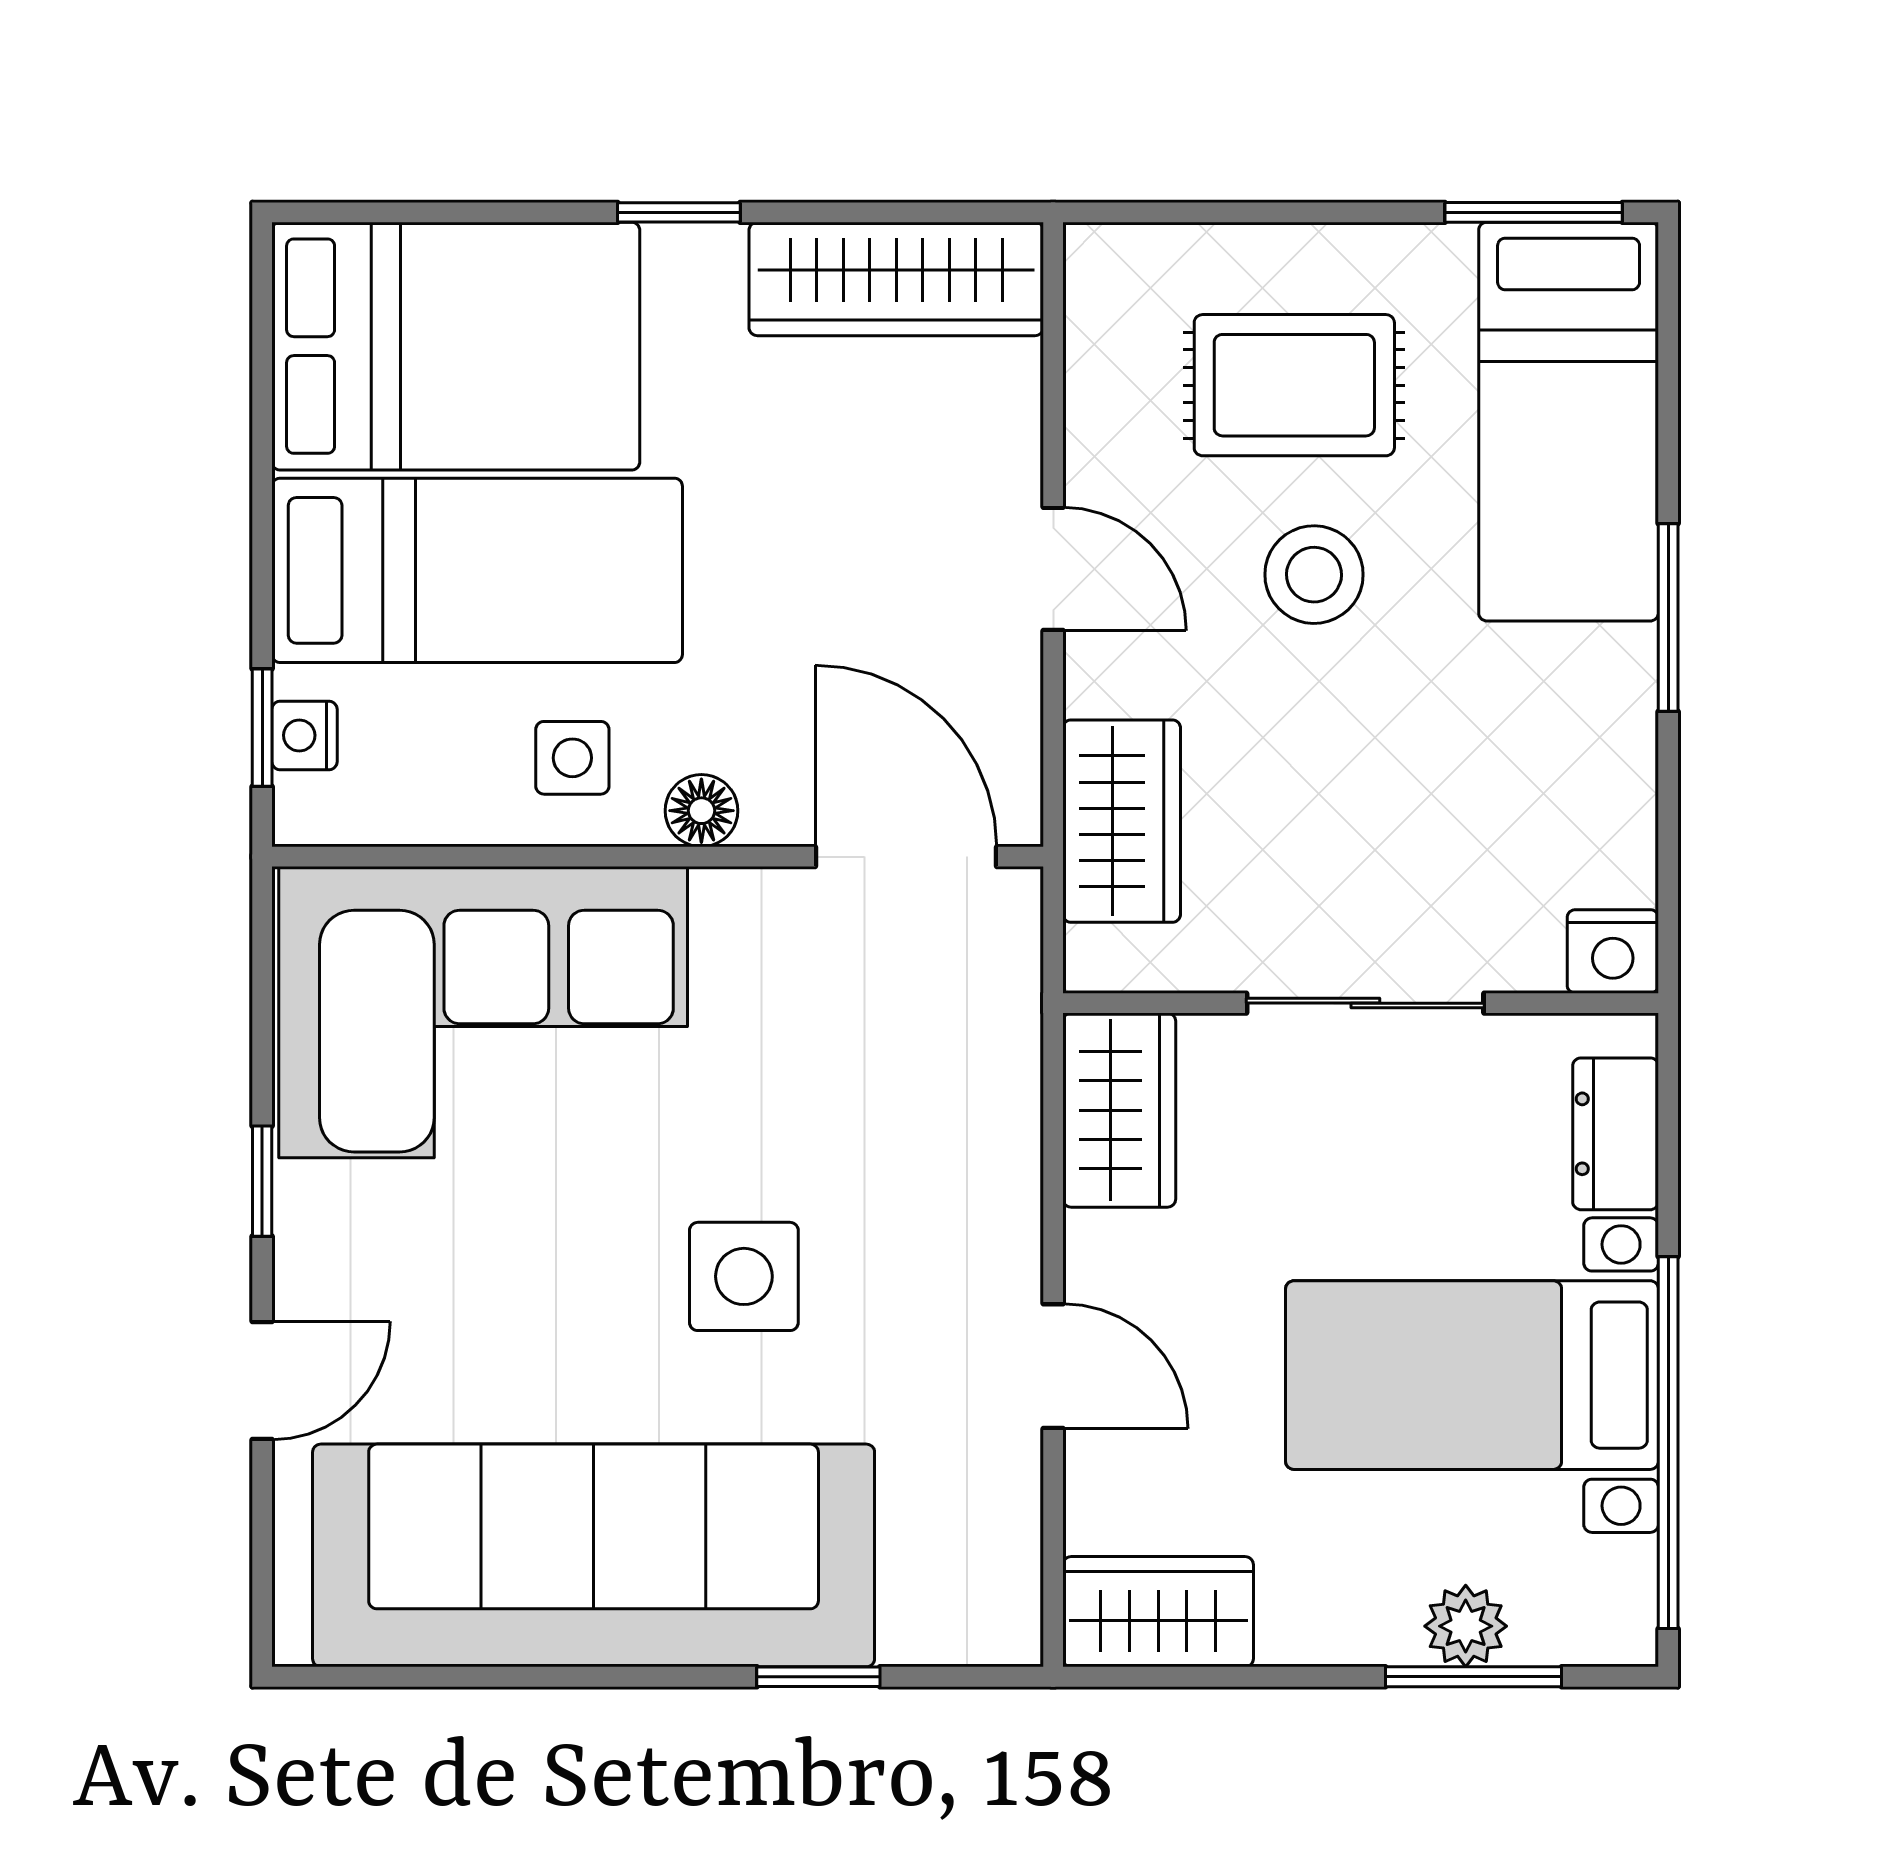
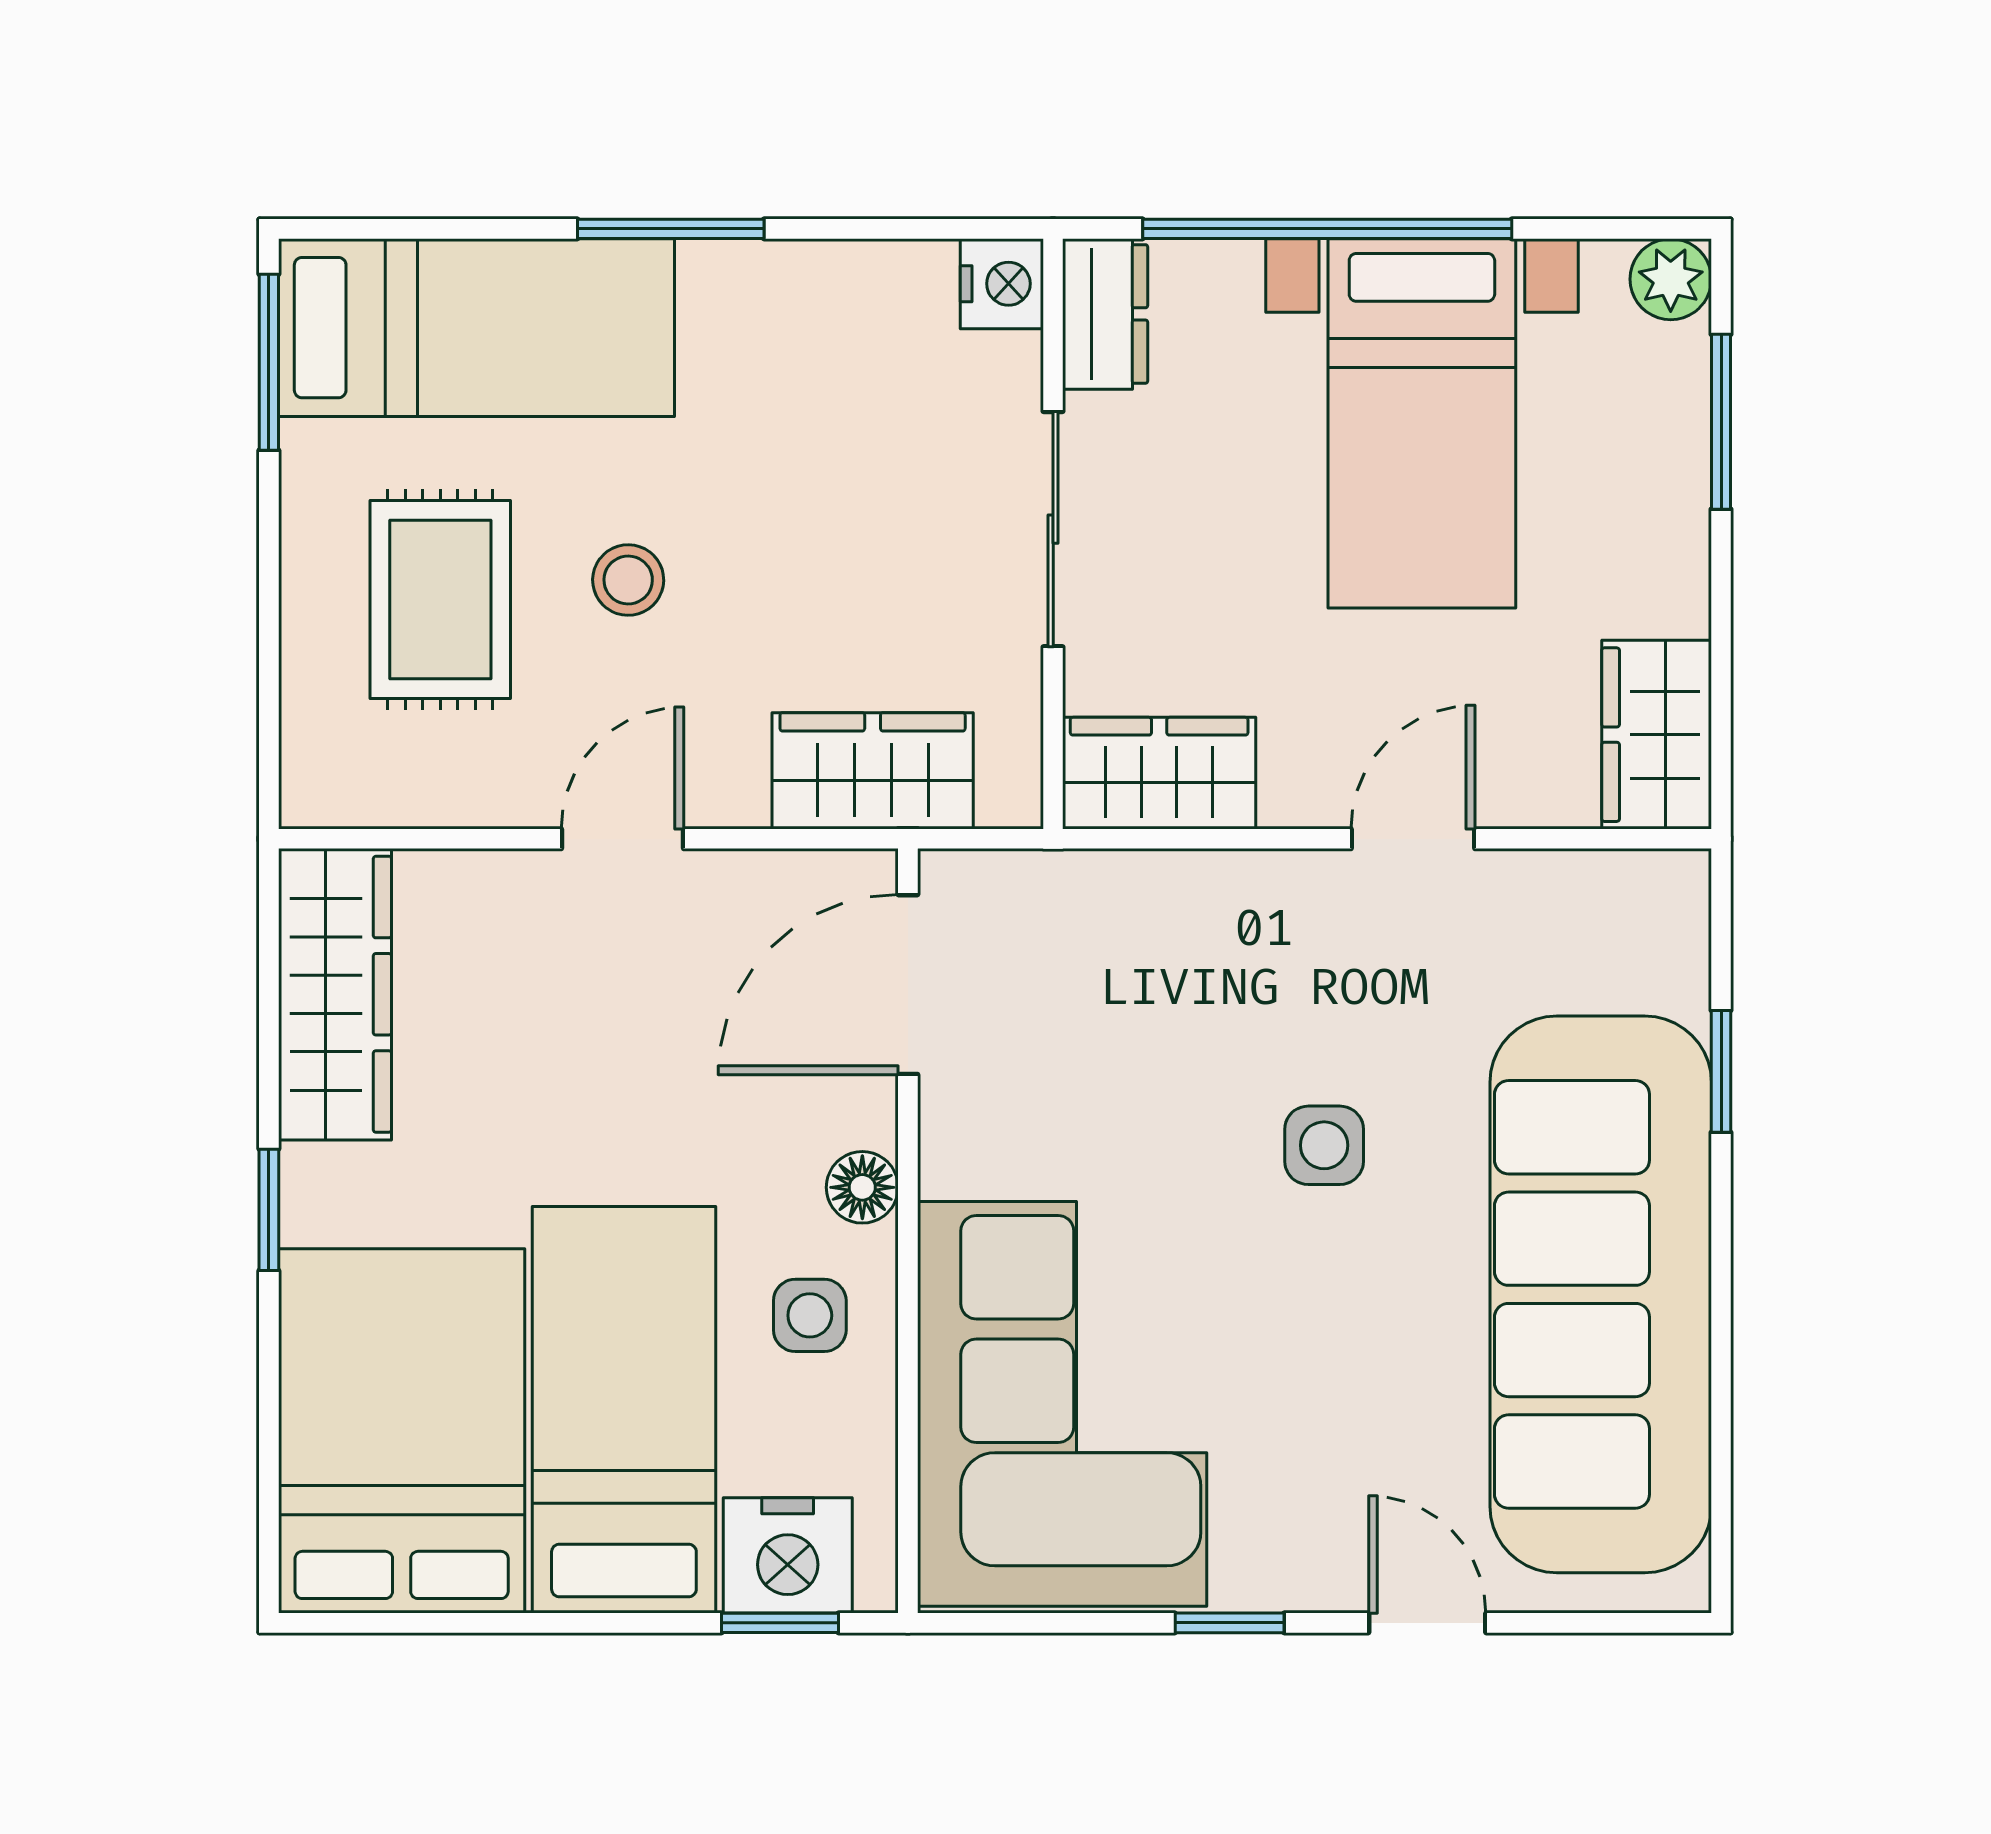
stool: (1314, 575) -> (628, 580), width x0.73, depth x0.73
nightstand: (305, 735) -> (788, 1555), width x1.89, depth x1.79
dresser: (1616, 1134) -> (1105, 314), moved, turned -90
side table: (744, 1276) -> (1324, 1145), width x0.73, depth x0.73
window: (1668, 1443) -> (1327, 229), moved
plant: (1466, 1626) -> (1671, 279), moved

